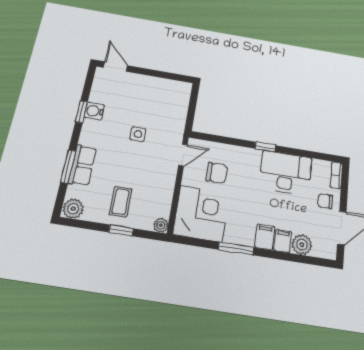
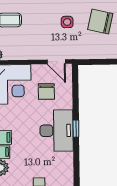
chair: (145, 98) -> (100, 22), added
desk: (286, 173) -> (57, 131), moved

